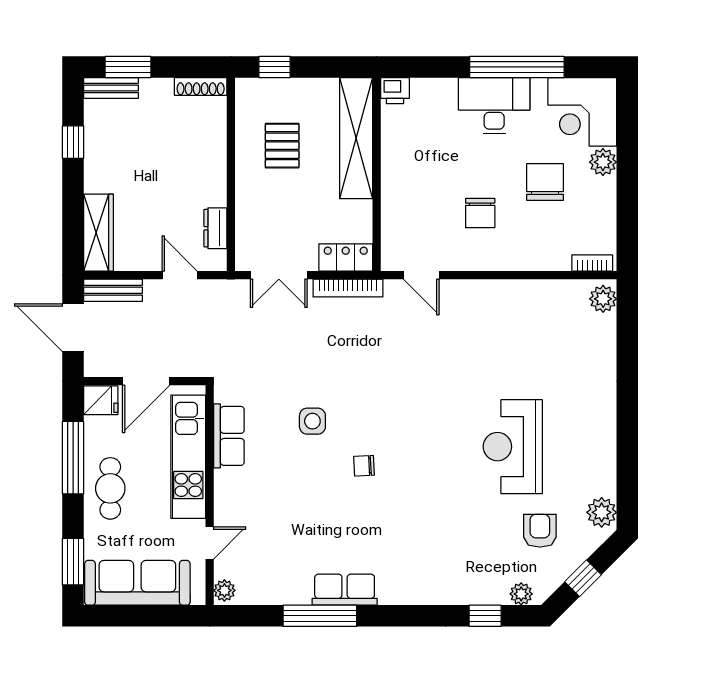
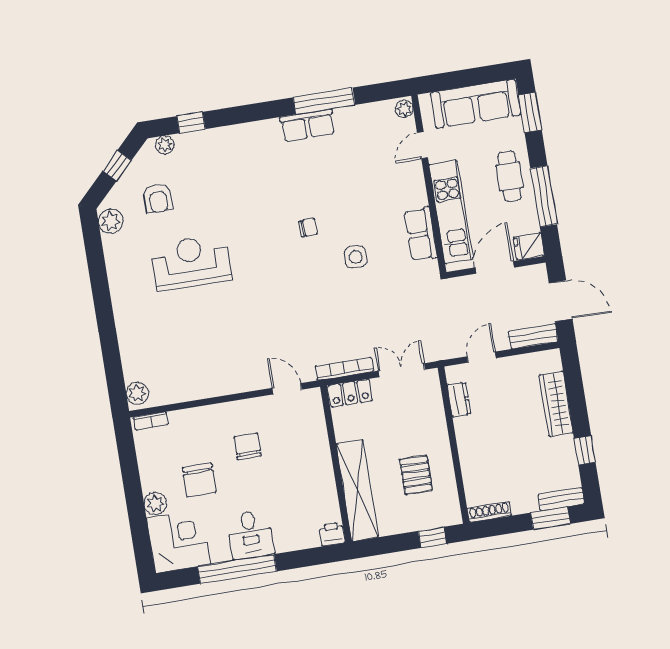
desk: (494, 106) -> (250, 535), width x0.73
wardrobe: (99, 233) -> (556, 404), moved
door: (180, 275) -> (482, 357), swing flipped
reception desk: (513, 447) -> (191, 263), turned -90

